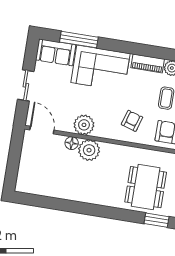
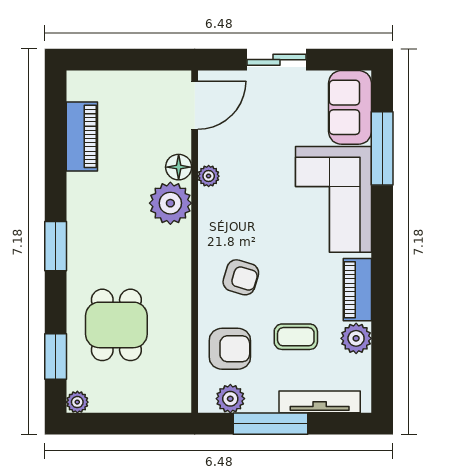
plant: (84, 125) -> (209, 176), width x0.53, depth x0.53
dining table: (146, 187) -> (116, 325), width x0.73
piano: (48, 189) -> (82, 136), added
window: (101, 211) -> (56, 246), added

